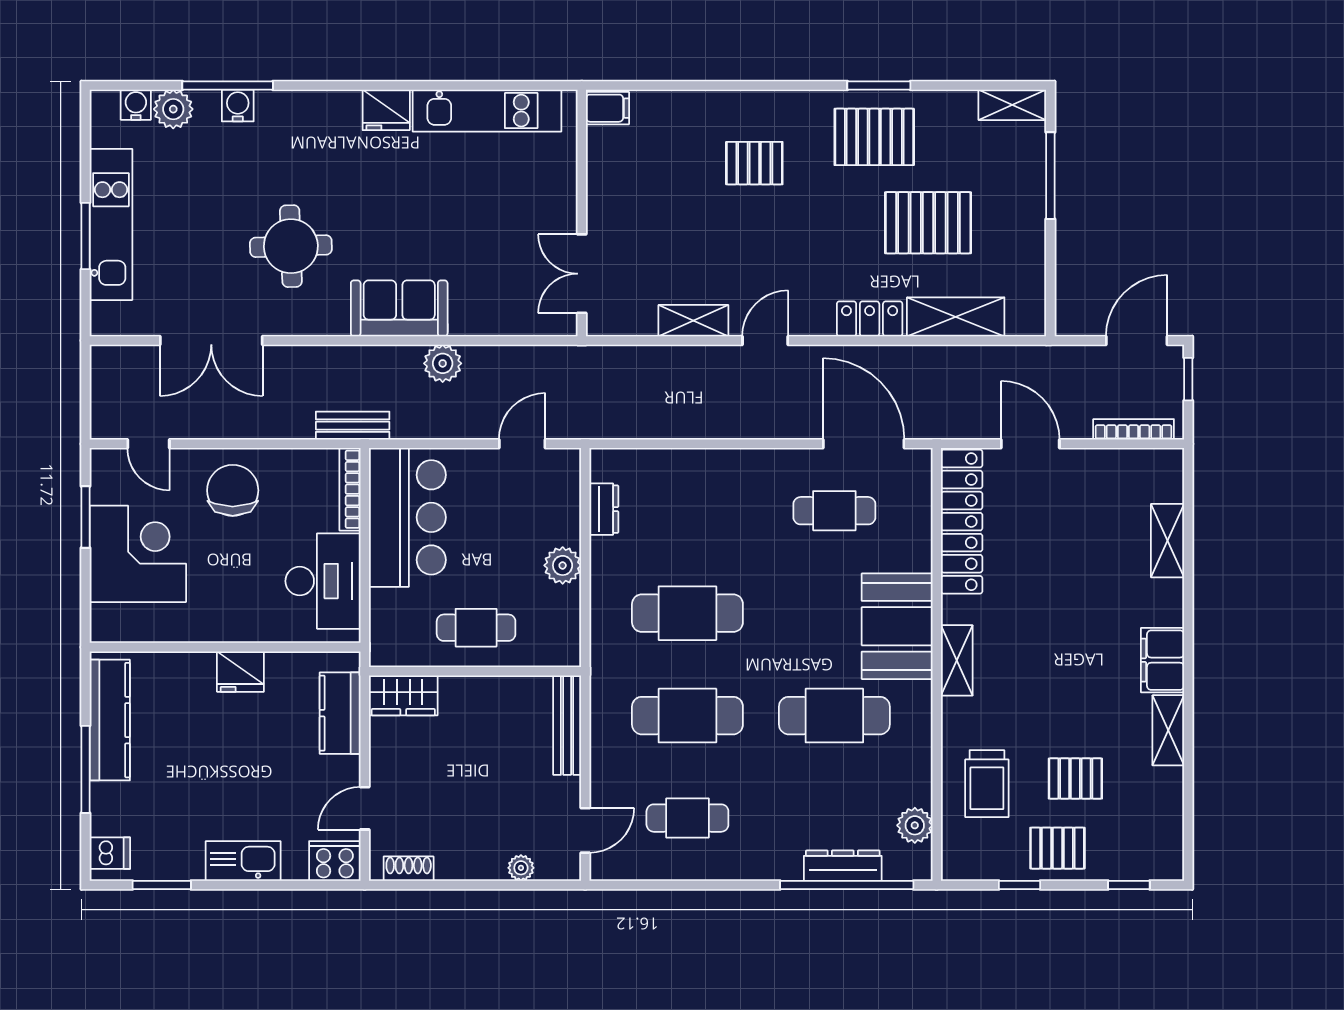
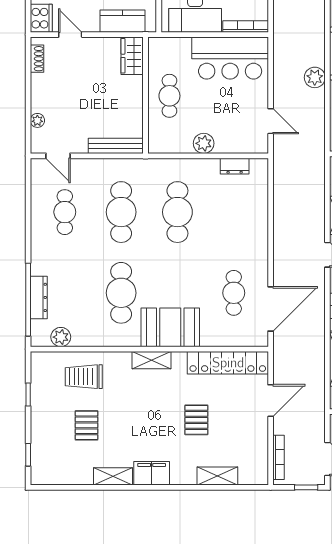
bench: (353, 426) -> (281, 28), removed
pallet: (1057, 848) -> (196, 420), moved

